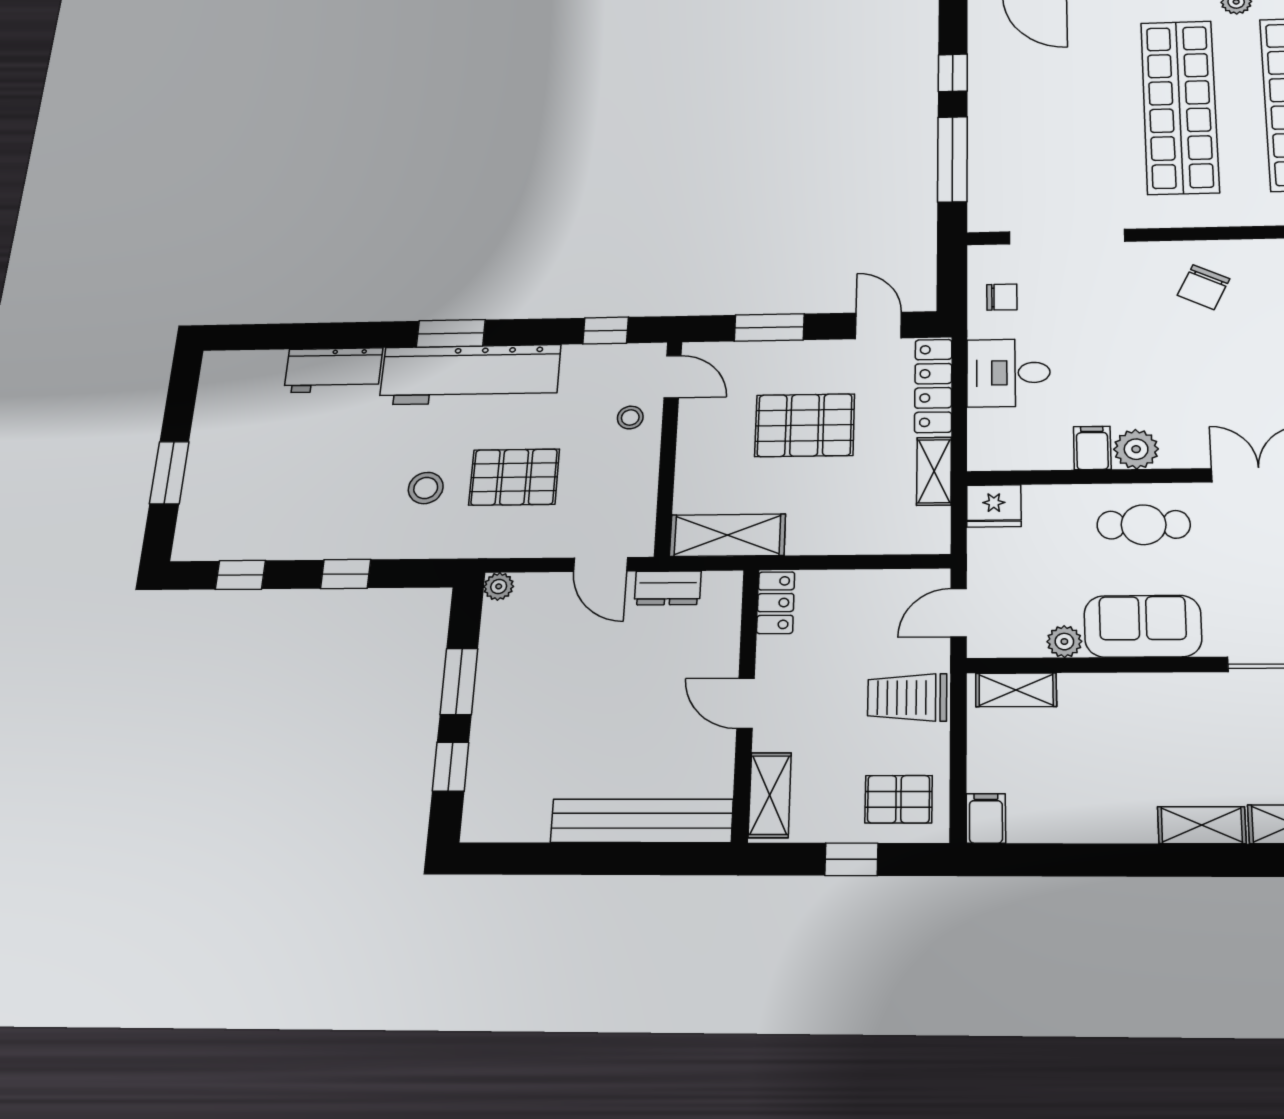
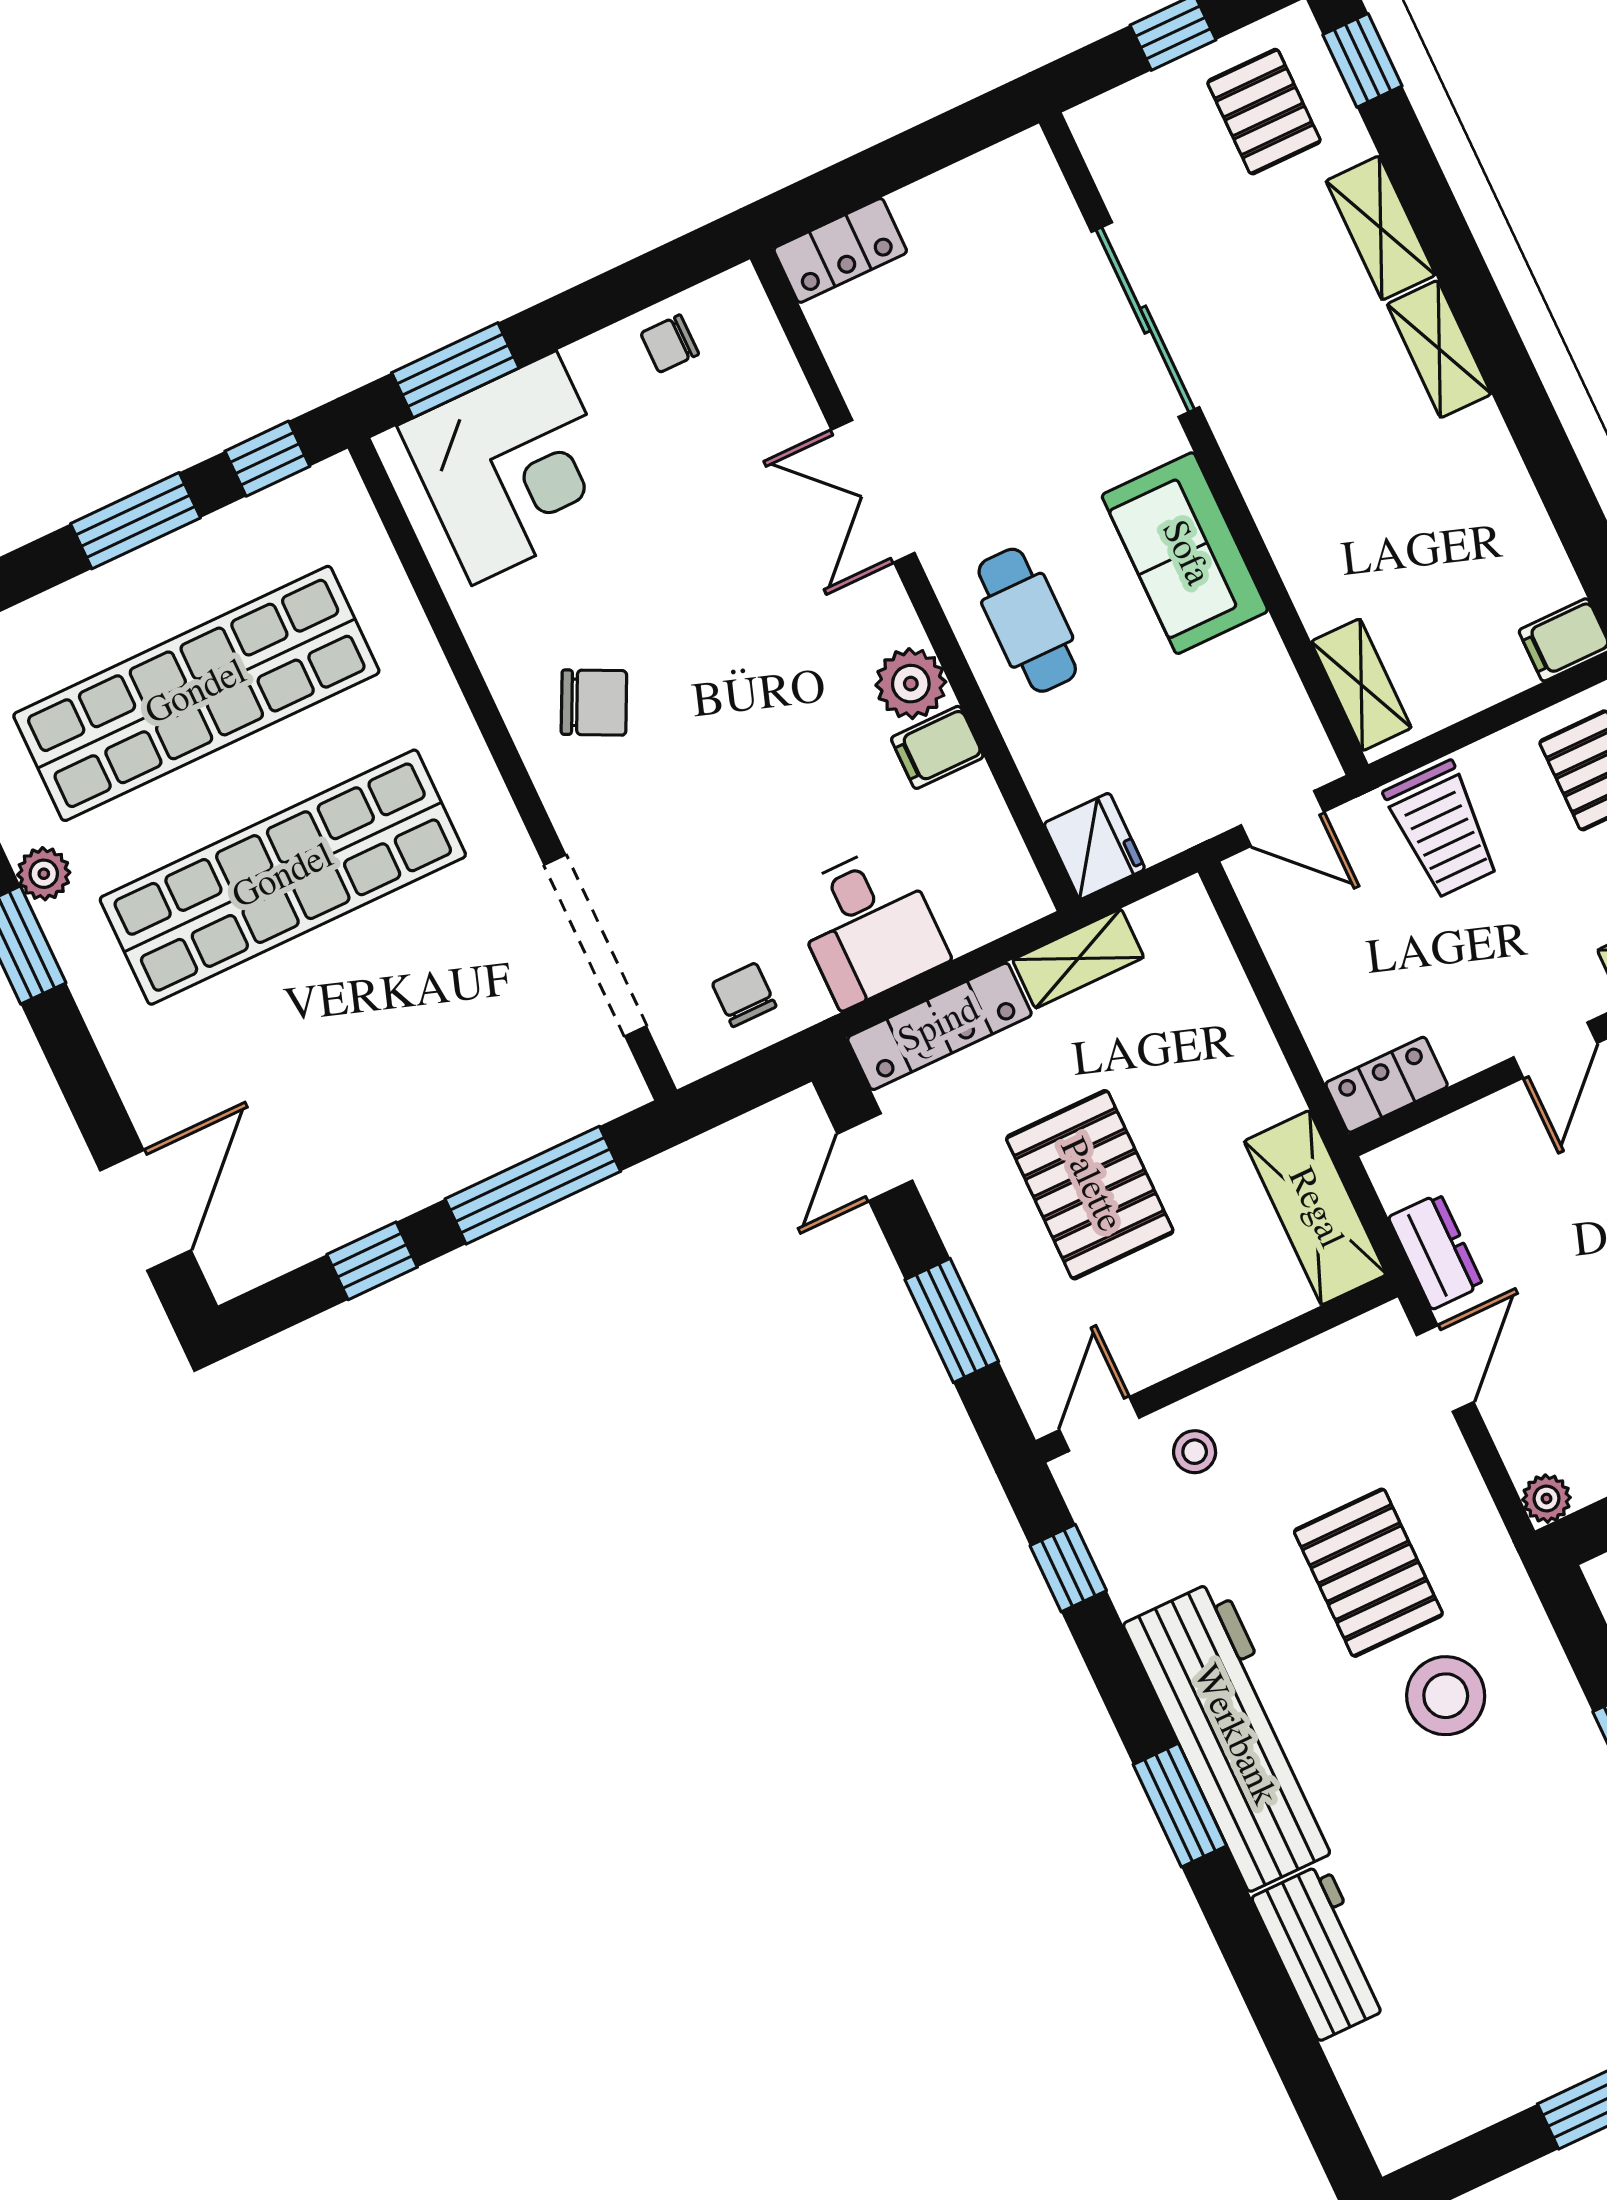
stool: (426, 488) -> (1446, 1696), width x1.38, depth x1.38
plant: (1064, 642) -> (1258, 651), removed

